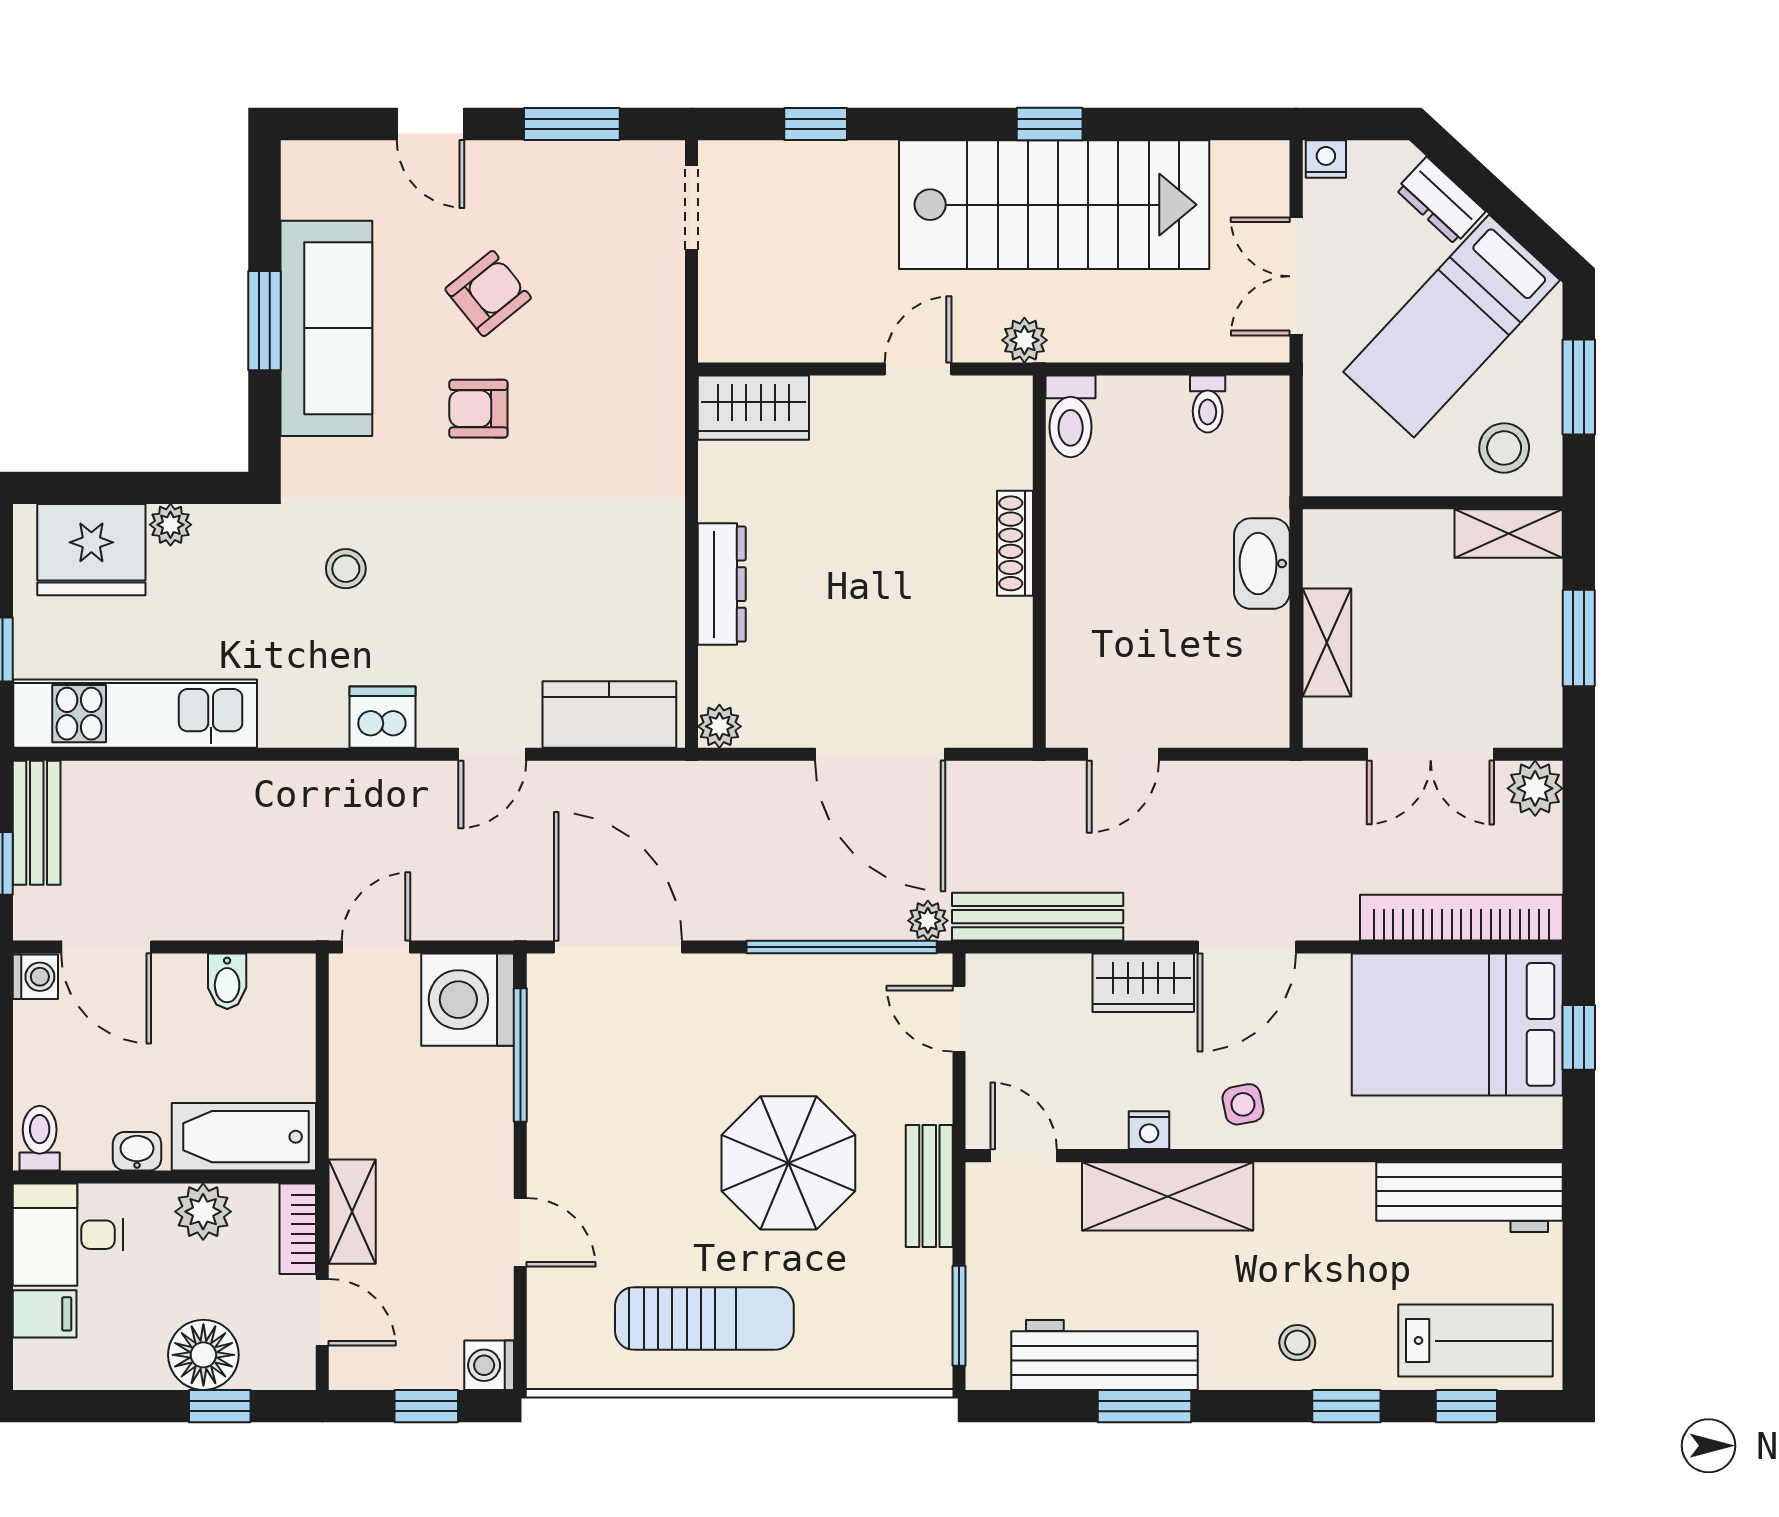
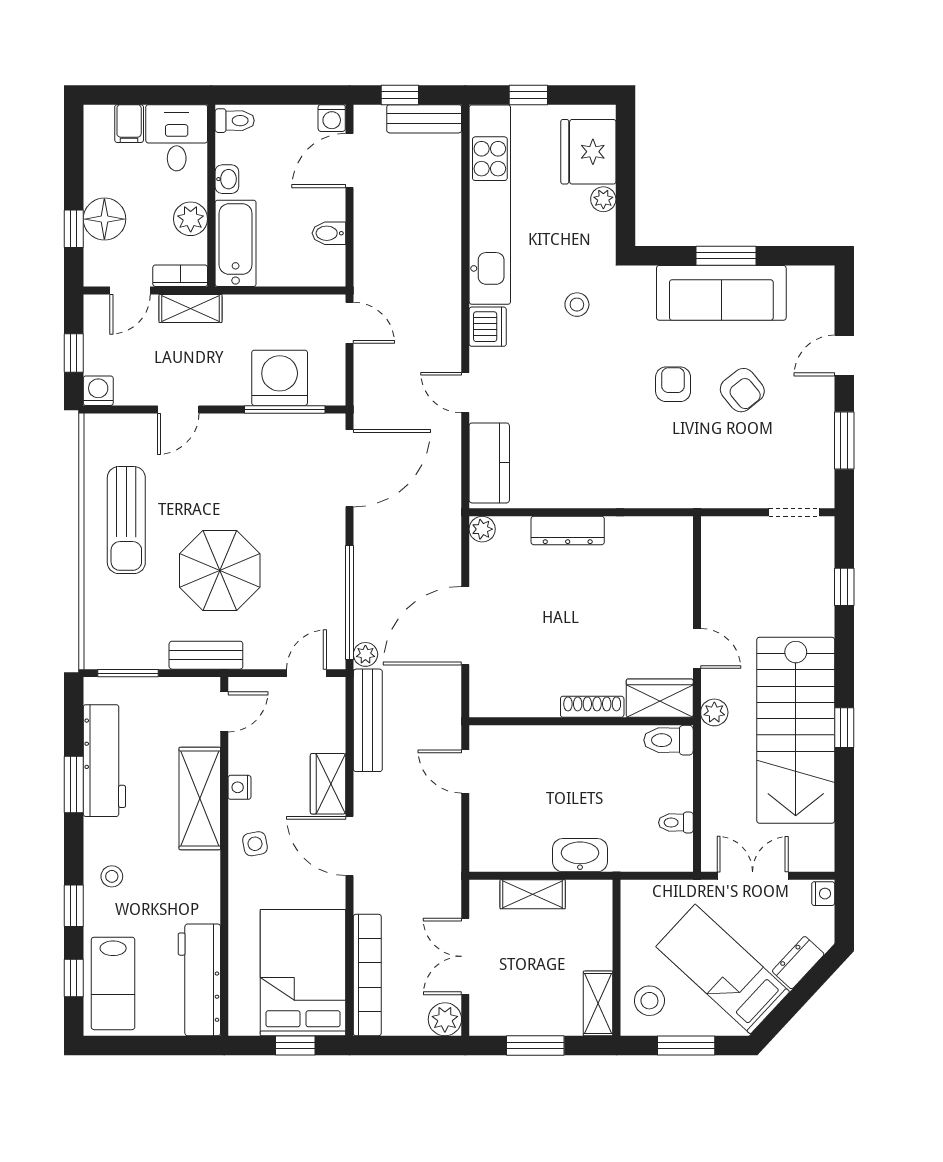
wardrobe: (753, 408) -> (660, 698), moved, turned 90
kitchen unit: (135, 714) -> (490, 205), width x1.36
washing machine: (468, 1000) -> (280, 378), moved

